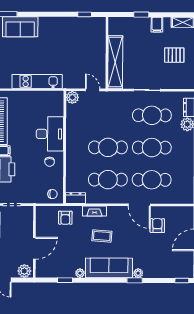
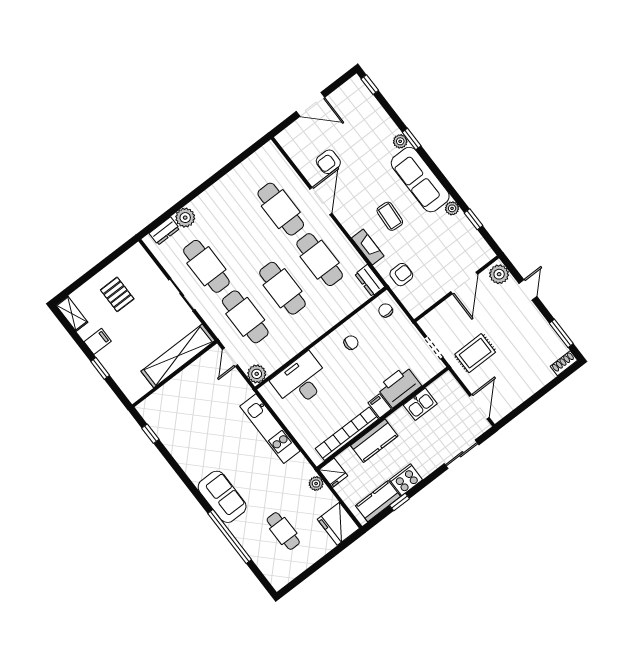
desk: (50, 134) -> (301, 381), moved
cafe table: (152, 148) -> (245, 317), moved
door: (34, 248) -> (464, 283), swing flipped

